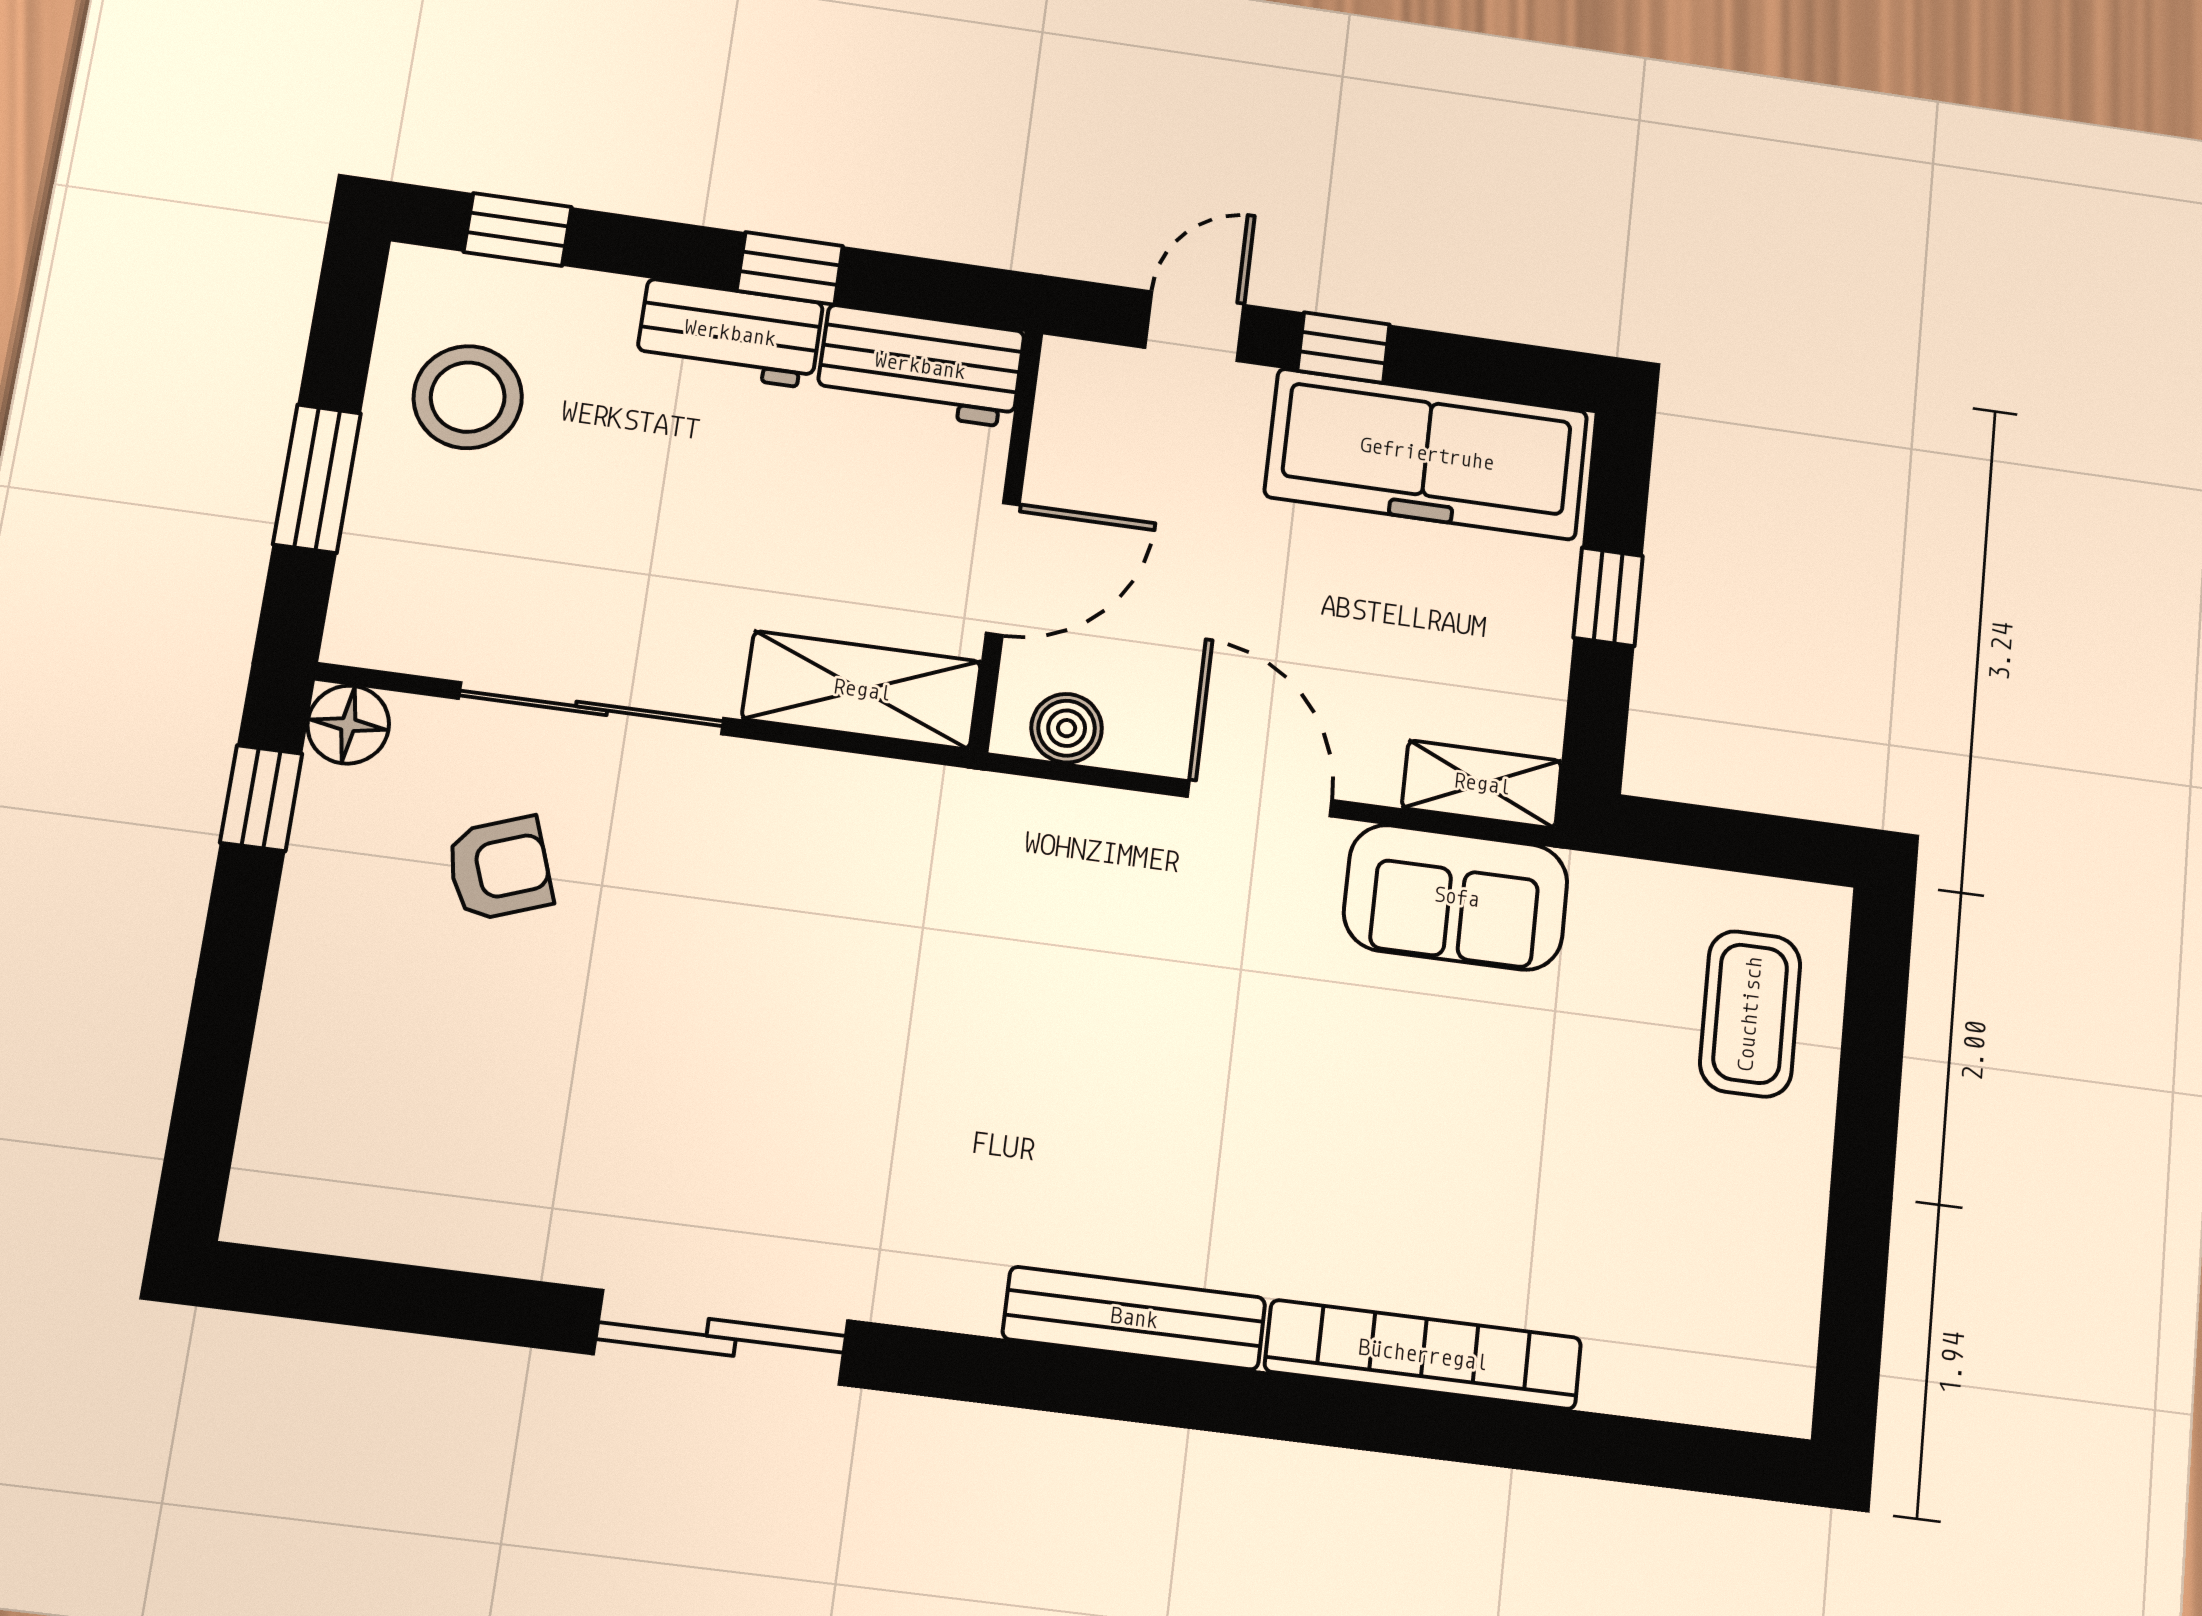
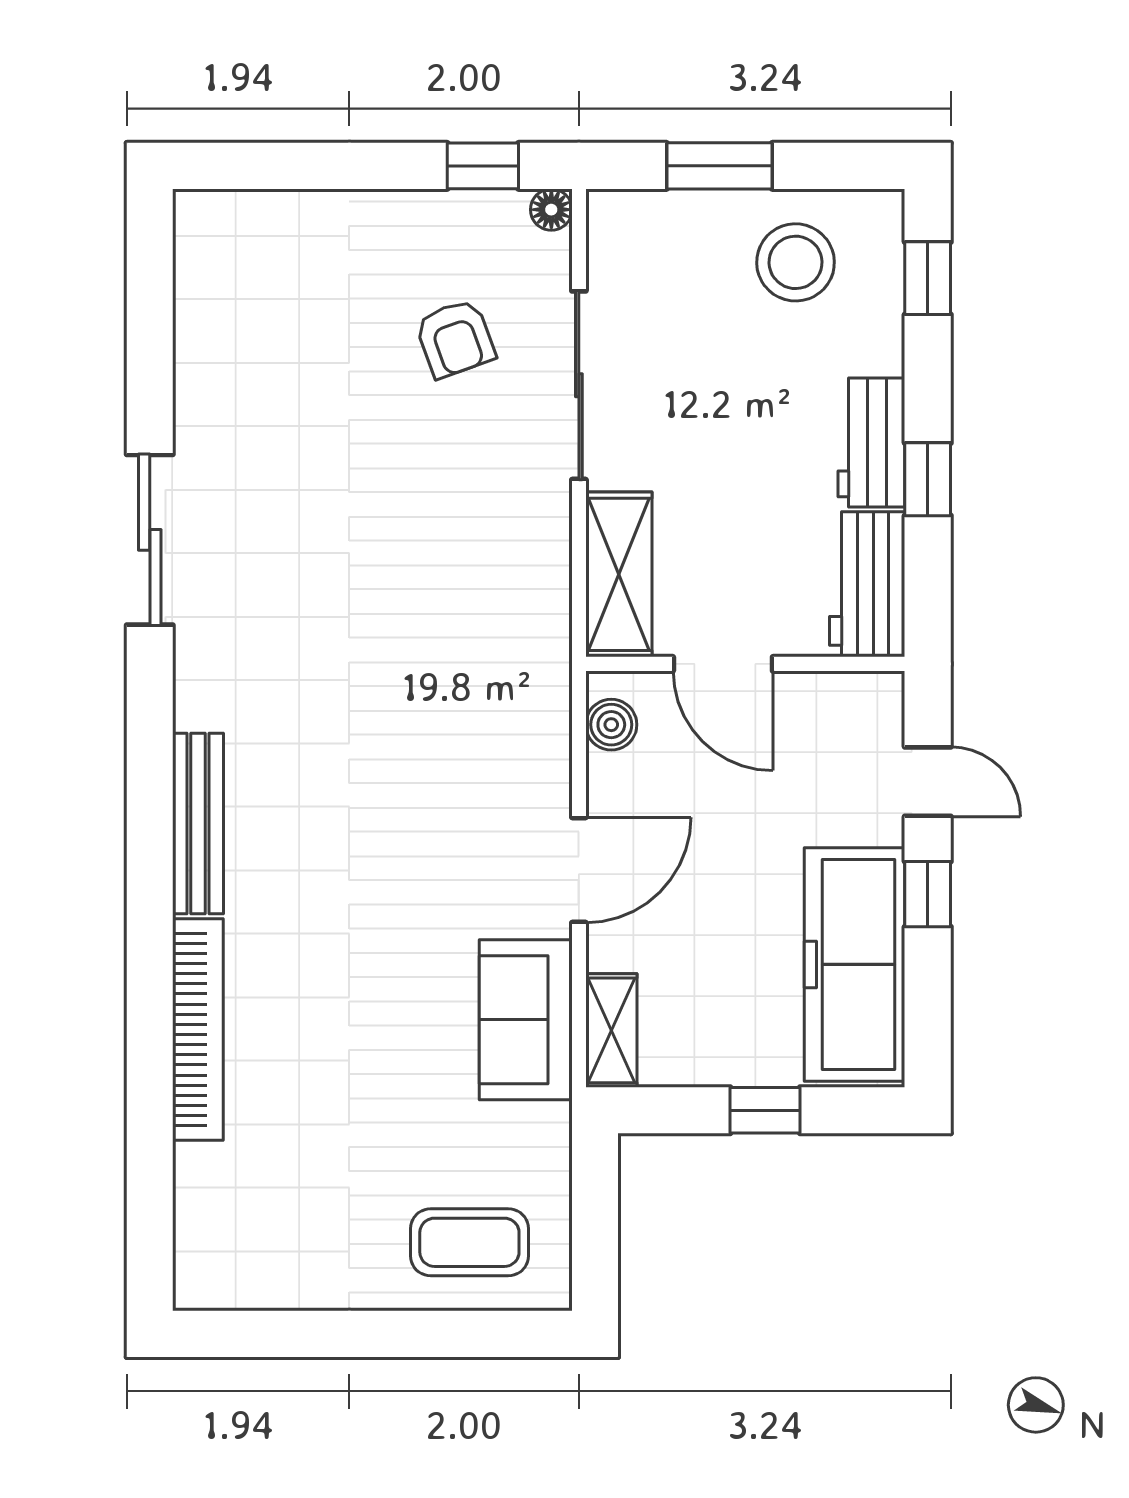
floor lamp: (348, 725) -> (551, 210), width x0.73, depth x0.73

